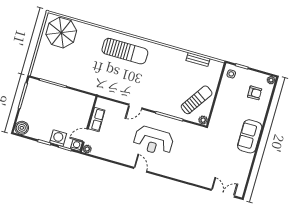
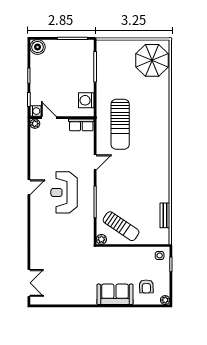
sun lounger: (125, 51) -> (120, 124), moved
door: (135, 107) -> (95, 162), swing flipped
row of seats: (97, 120) -> (81, 125), moved
sofa: (250, 136) -> (115, 294), moved
washing machine: (58, 138) -> (86, 100), moved, turned 180

